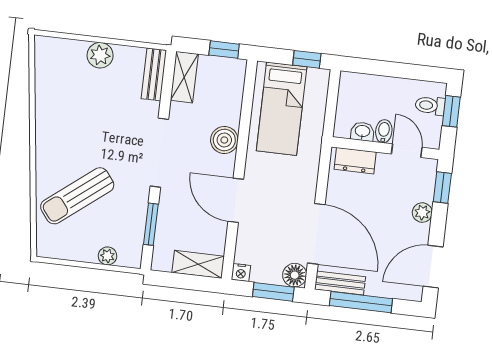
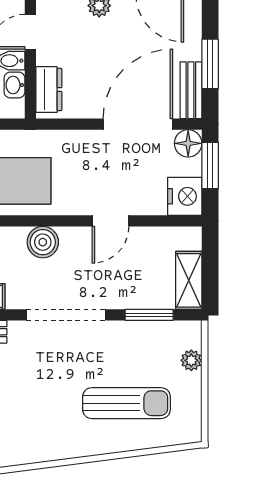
sun lounger: (77, 196) -> (126, 403), turned -52
door: (236, 200) -> (110, 221), width x0.73
shelving: (198, 264) -> (189, 280), moved
nightstand: (241, 272) -> (185, 196), width x1.89, depth x1.79
window: (361, 302) -> (210, 64), width x0.69

